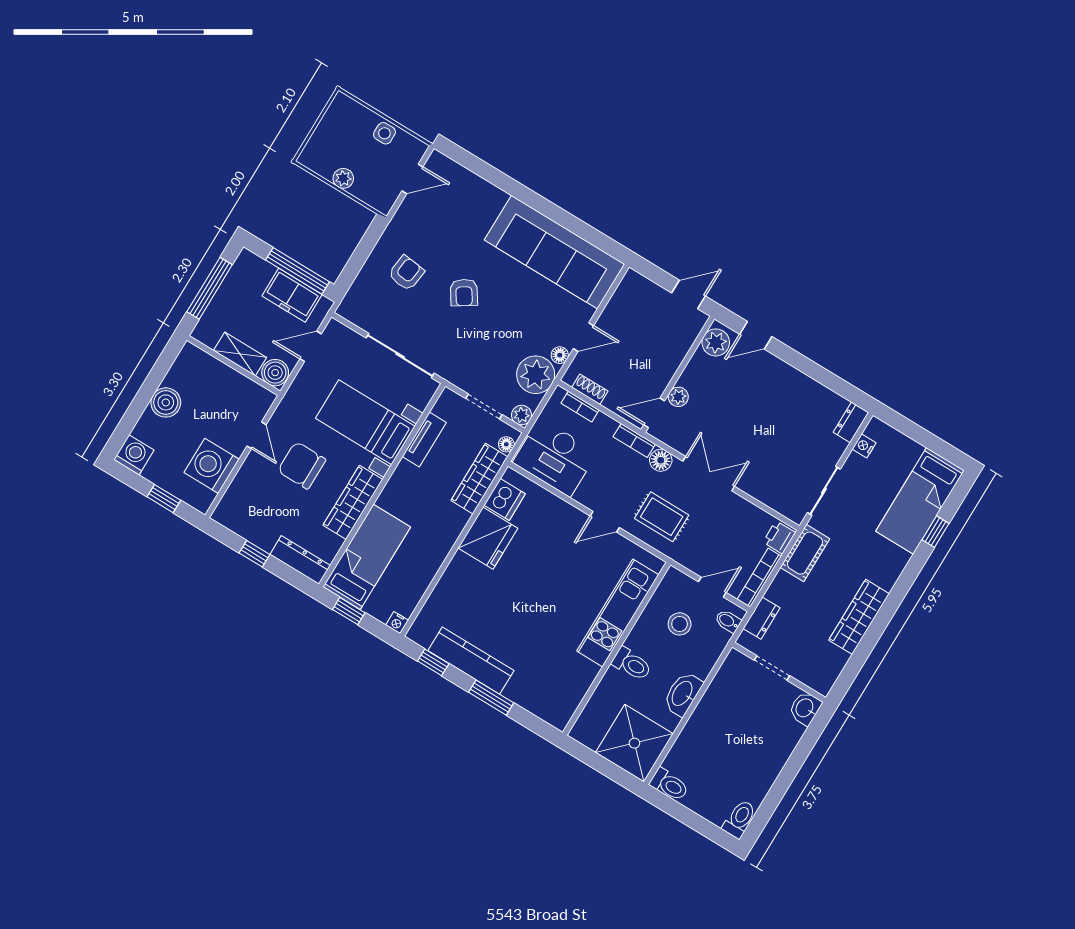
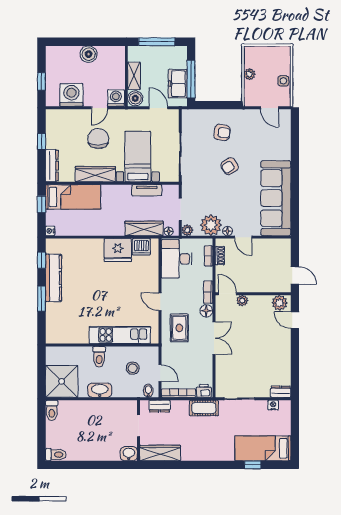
washing machine: (134, 455) -> (116, 98), moved, turned -90
wardrobe: (859, 617) -> (160, 453), moved

